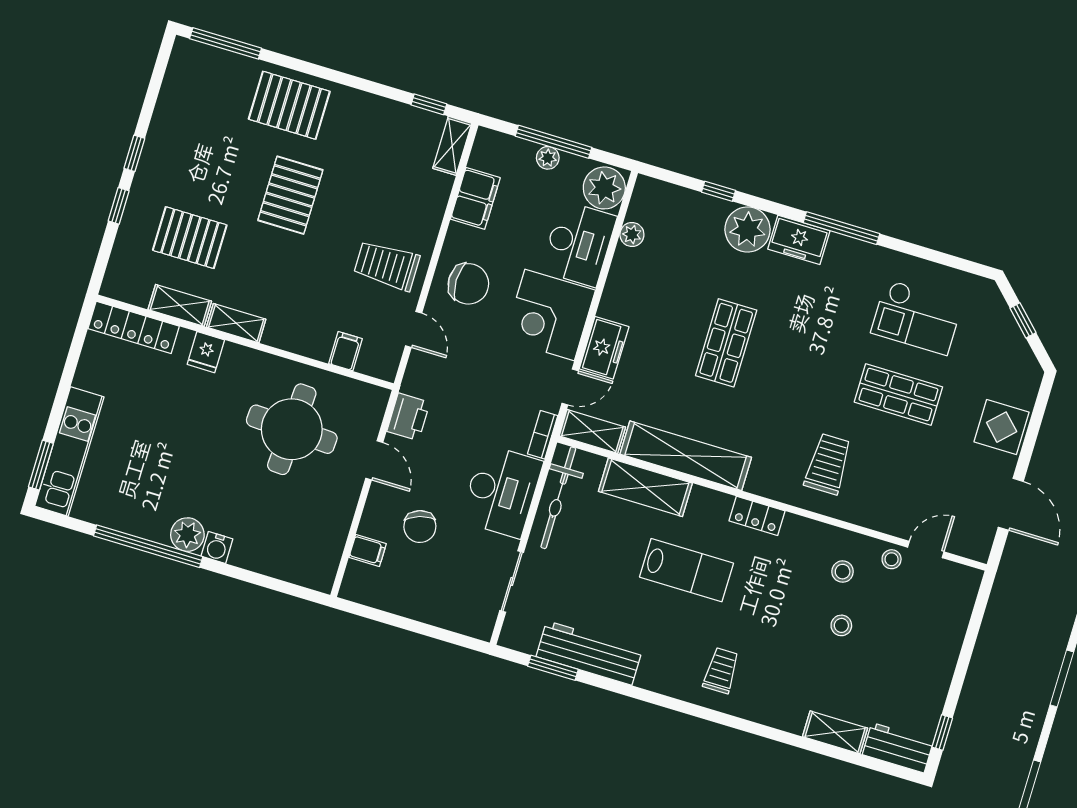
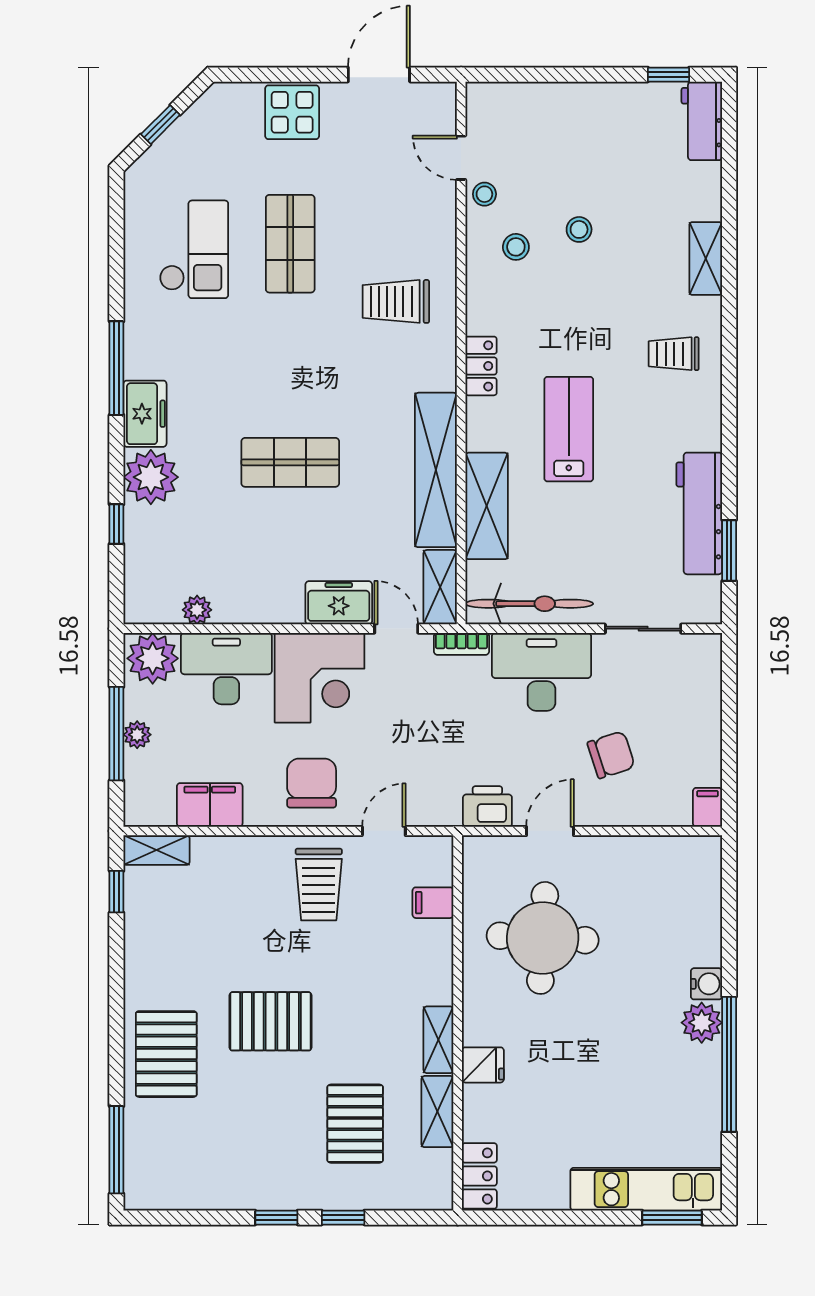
locker: (134, 327) -> (479, 1176), width x0.66
filing cabinet: (368, 550) -> (708, 807), moved
shelving: (835, 732) -> (706, 258), moved

